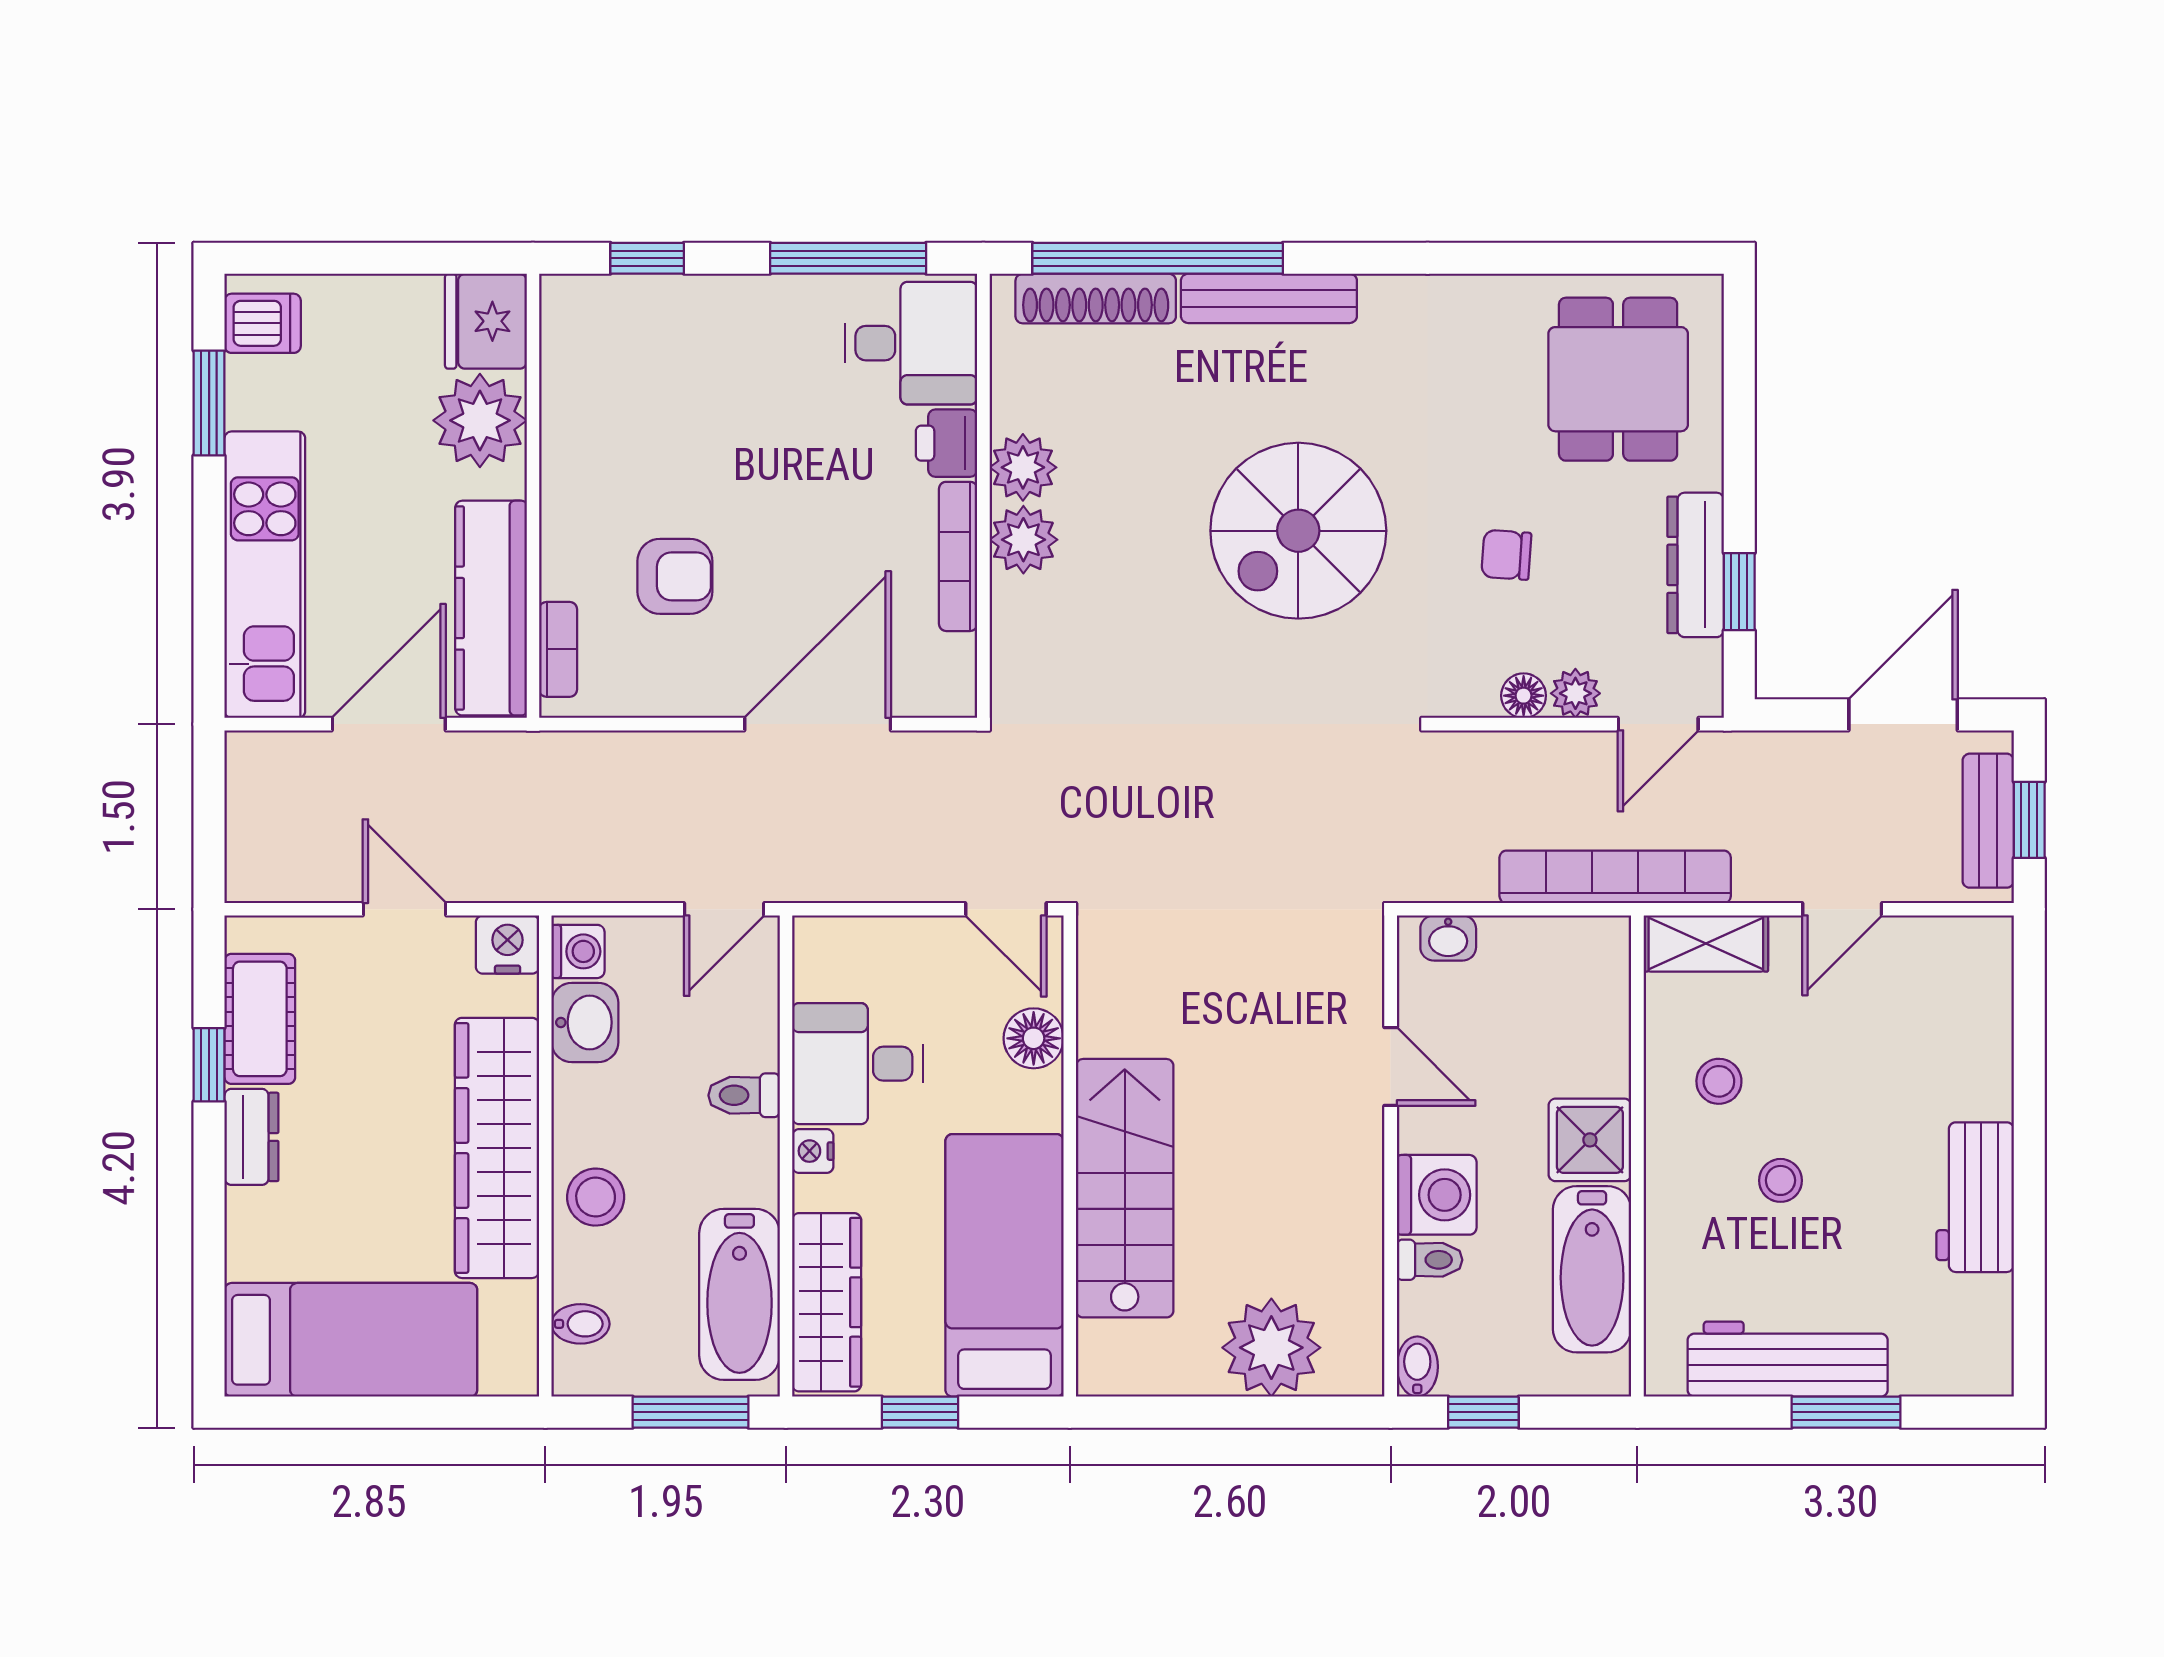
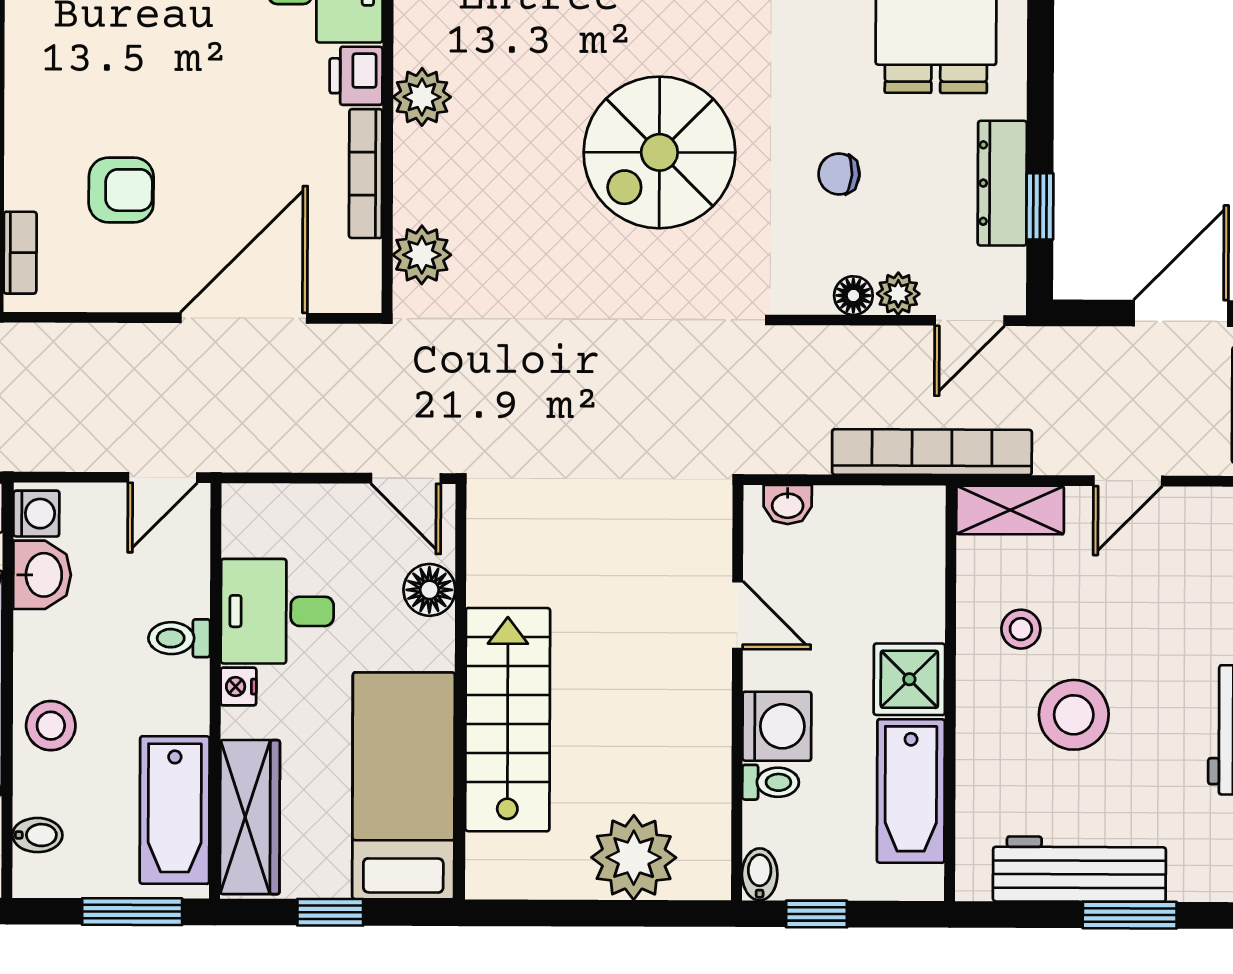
plant: (1023, 540) -> (422, 255), moved
stool: (1780, 1180) -> (1074, 715), width x1.89, depth x1.89

